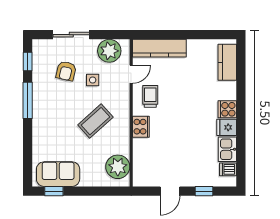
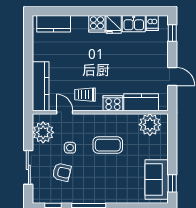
coffee table: (95, 121) -> (108, 145), turned -48
kitchen counter: (142, 157) -> (141, 102), added
window: (204, 191) -> (172, 33), moved

